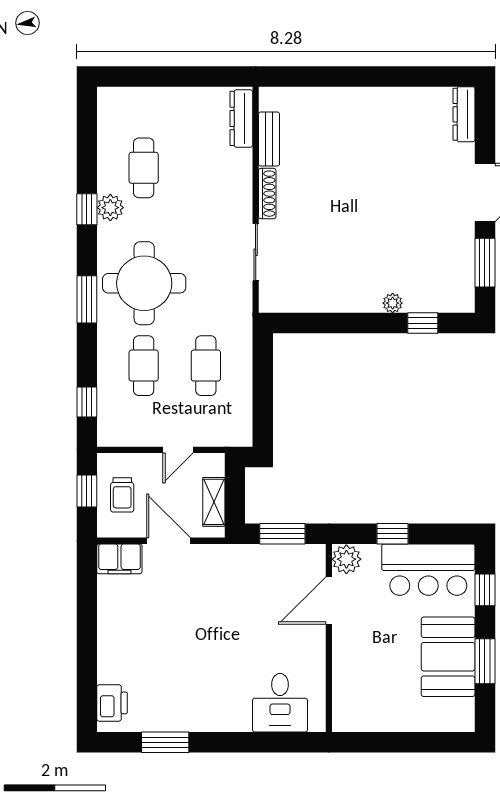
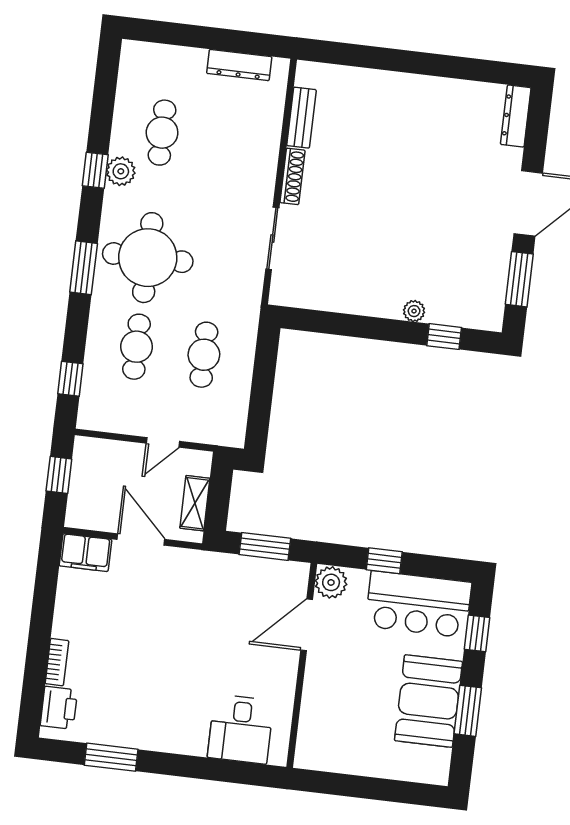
dresser: (241, 118) -> (239, 65), moved, turned -90
trolley: (122, 495) -> (97, 484), removed
bookcase: (105, 662) -> (57, 662), added

